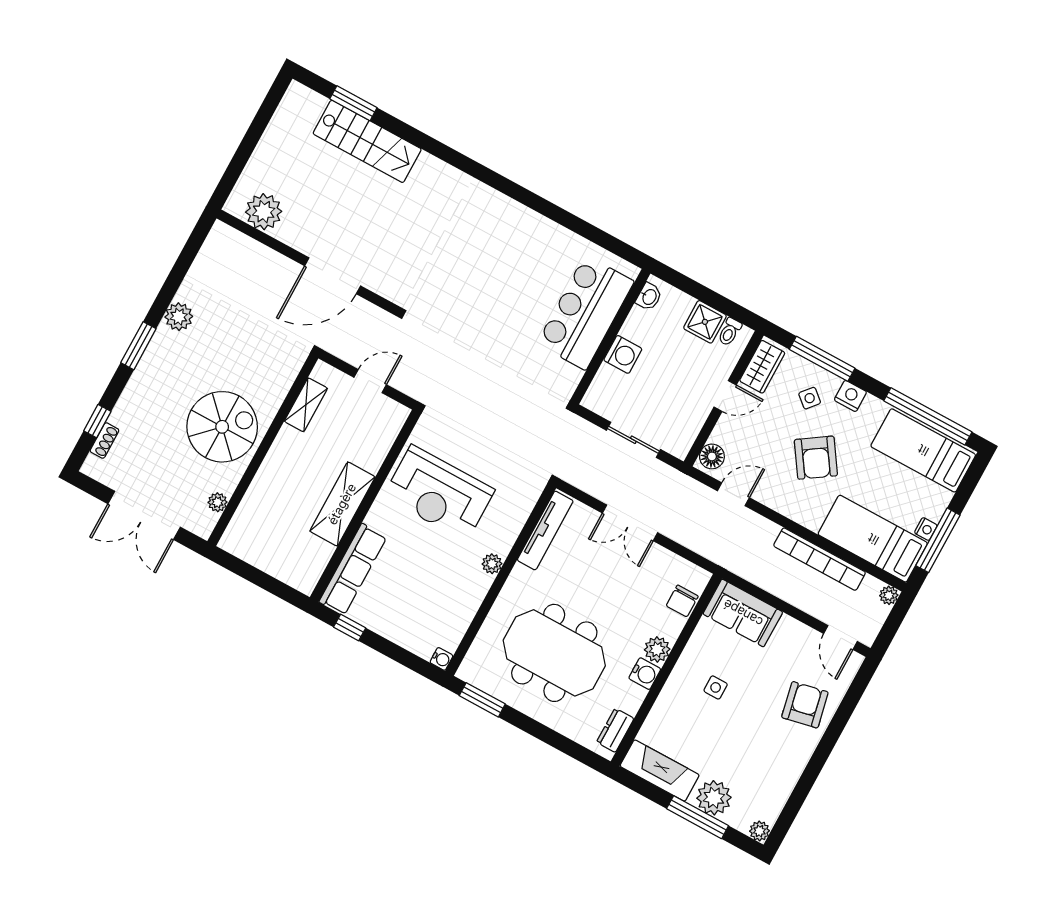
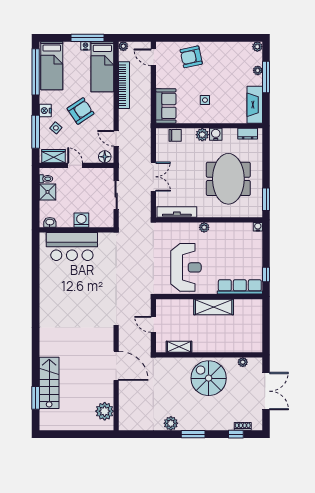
door: (840, 638) -> (153, 57), swing flipped
plant: (714, 798) -> (258, 70), width x0.53, depth x0.53

